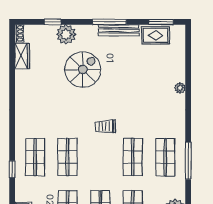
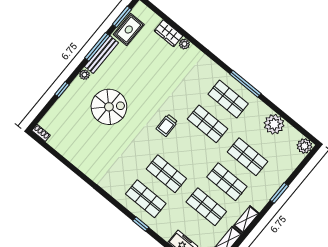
window: (53, 22) -> (62, 90), moved
window: (109, 22) -> (97, 47), moved
plant: (66, 34) -> (84, 75), moved, width x0.53, depth x0.53
wardrobe: (22, 56) -> (168, 33), moved, turned 180
spiral stairs: (83, 70) -> (109, 107), turned 90

